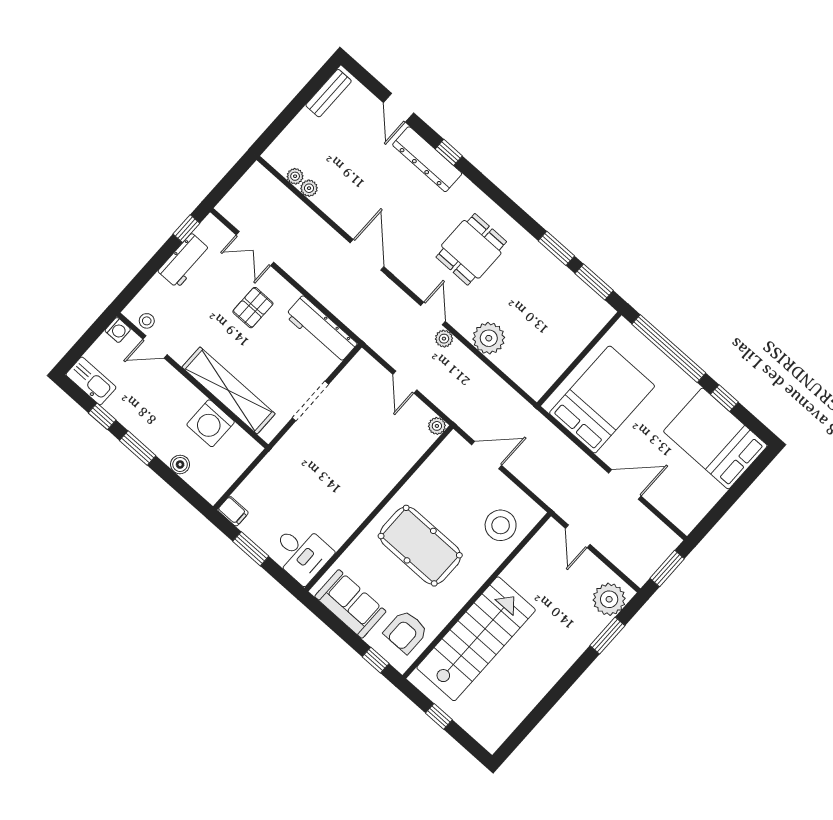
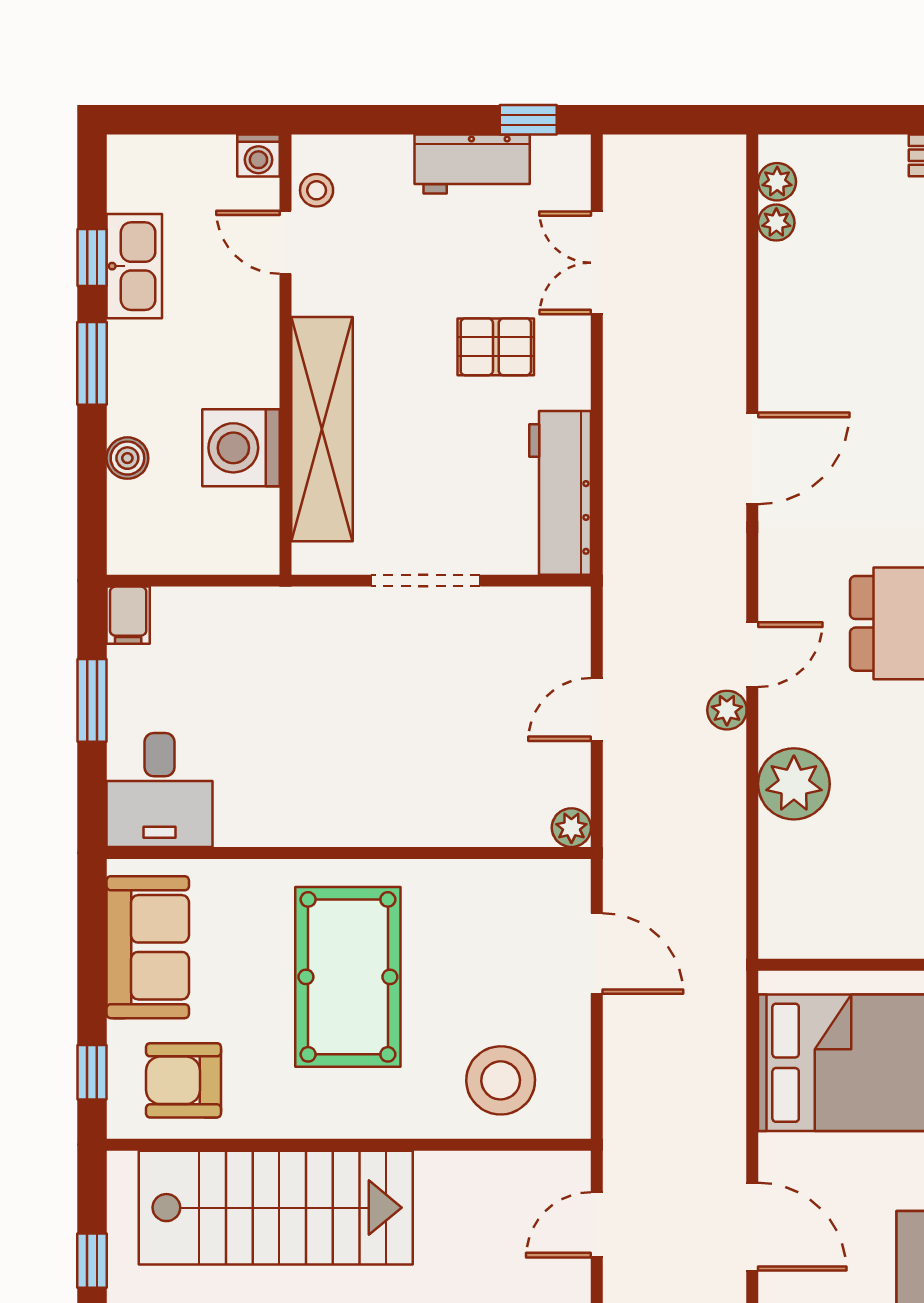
plant: (309, 188) -> (777, 182), moved
kitchen sink: (91, 381) -> (134, 266), moved

